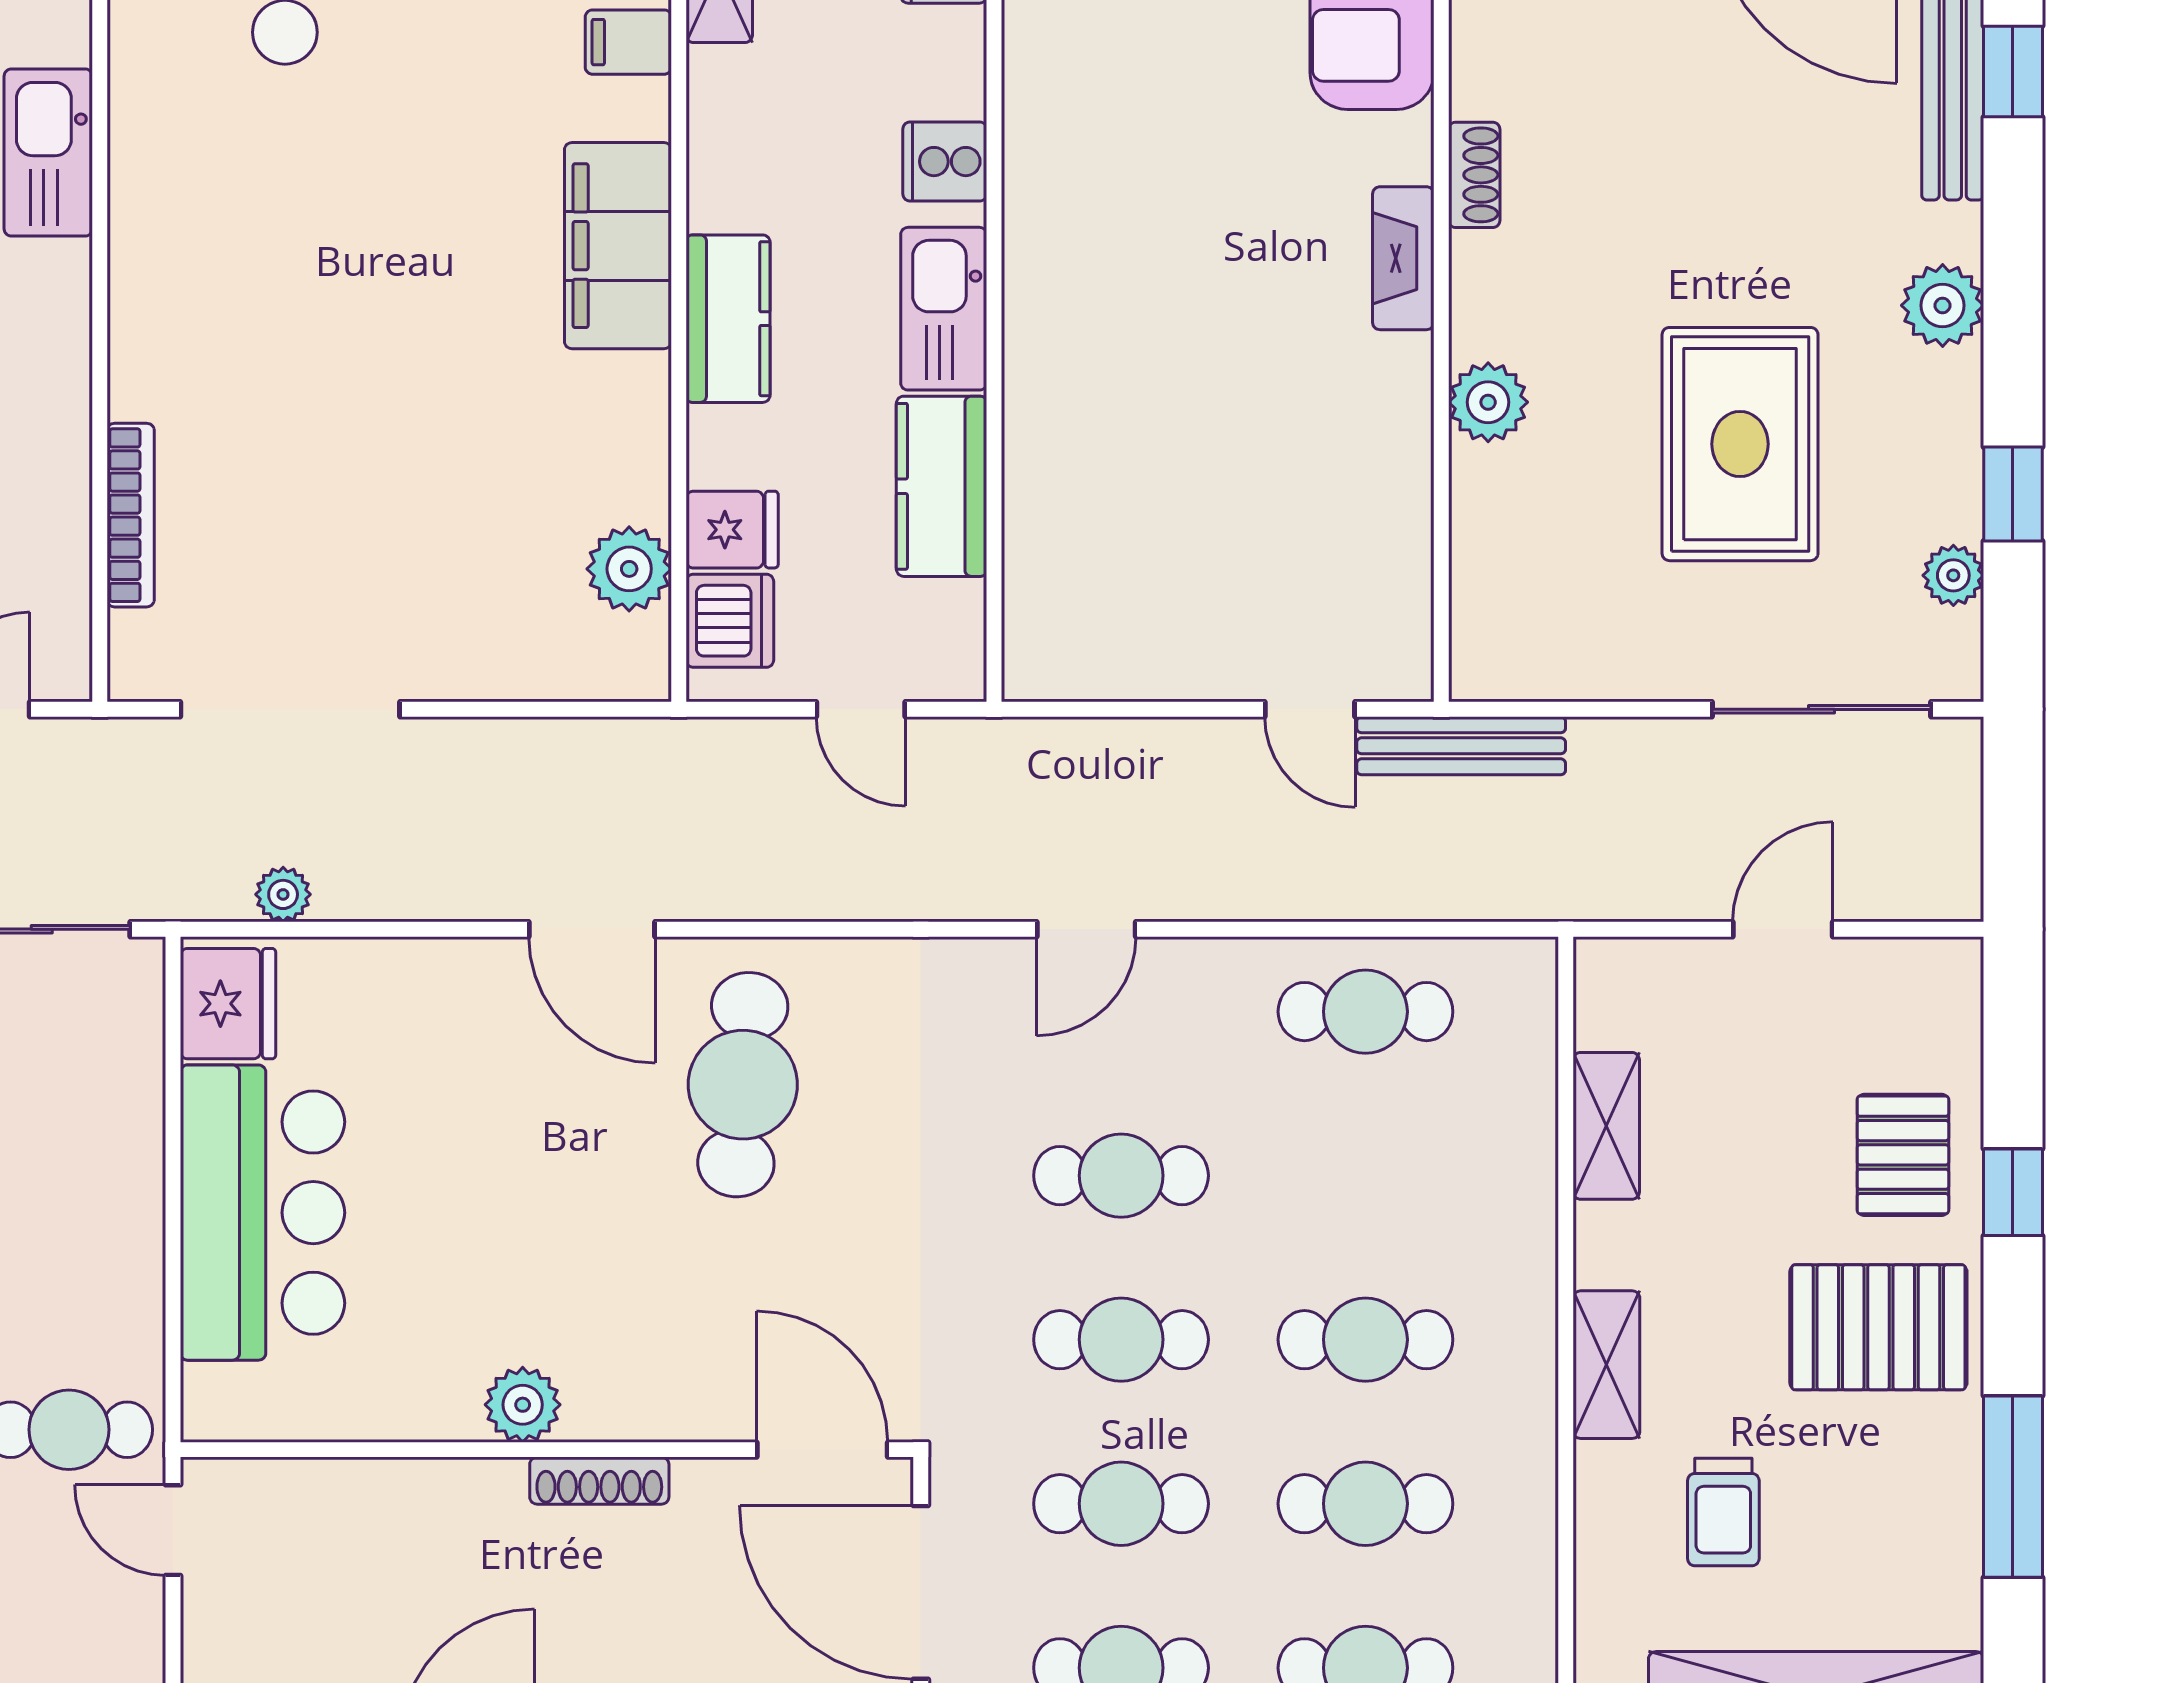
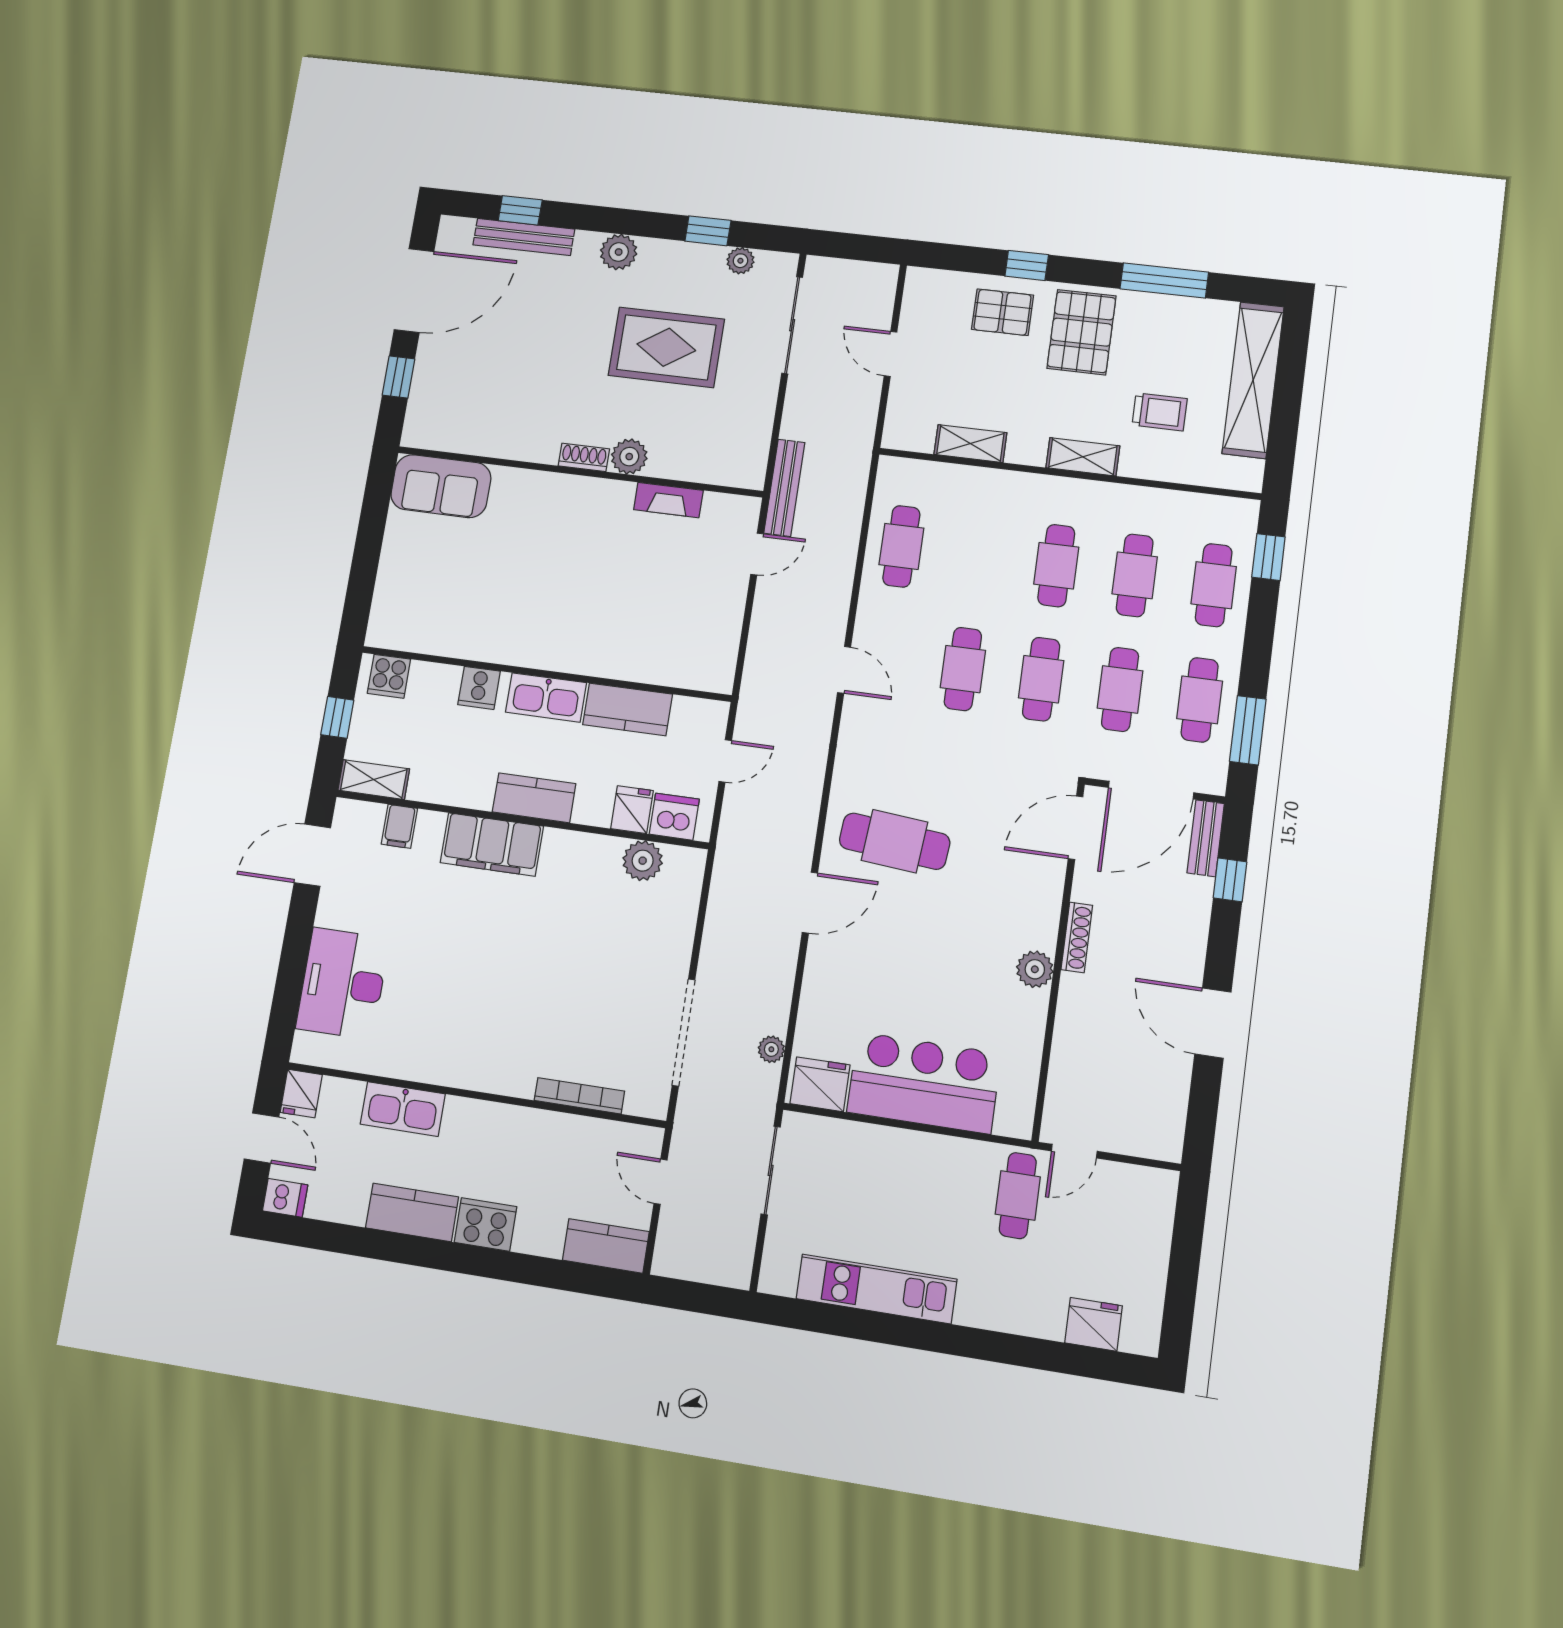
shoe rack: (1474, 175) -> (584, 457), moved
fireplace: (1403, 258) -> (668, 500), moved

